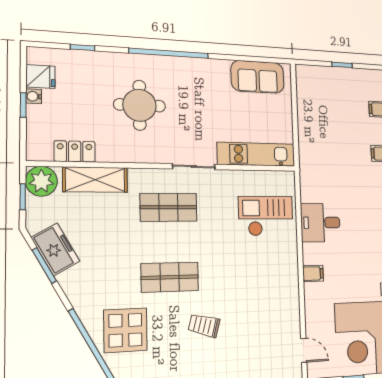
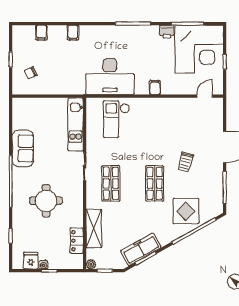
sofa: (258, 77) -> (23, 148), moved
chair: (326, 92) -> (31, 73), added
plant: (41, 181) -> (91, 264), width x0.53, depth x0.53
desk: (320, 223) -> (110, 77), width x1.87, depth x1.30
freezer: (55, 249) -> (141, 249), width x1.40

